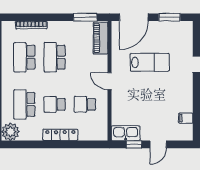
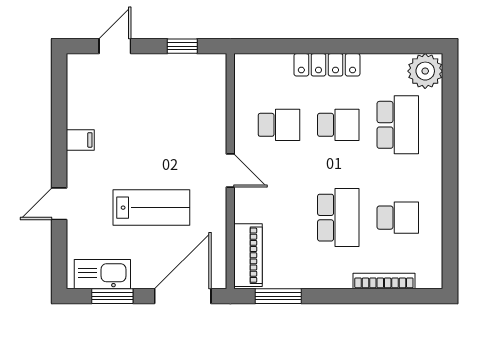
school desk: (24, 57) -> (398, 218), width x0.54
lab bench: (150, 62) -> (151, 208), turned 180
filing cabinet: (186, 118) -> (80, 140), moved
kitchen sink: (126, 133) -> (102, 274), moved, turned 180
door: (158, 144) -> (115, 46), moved

